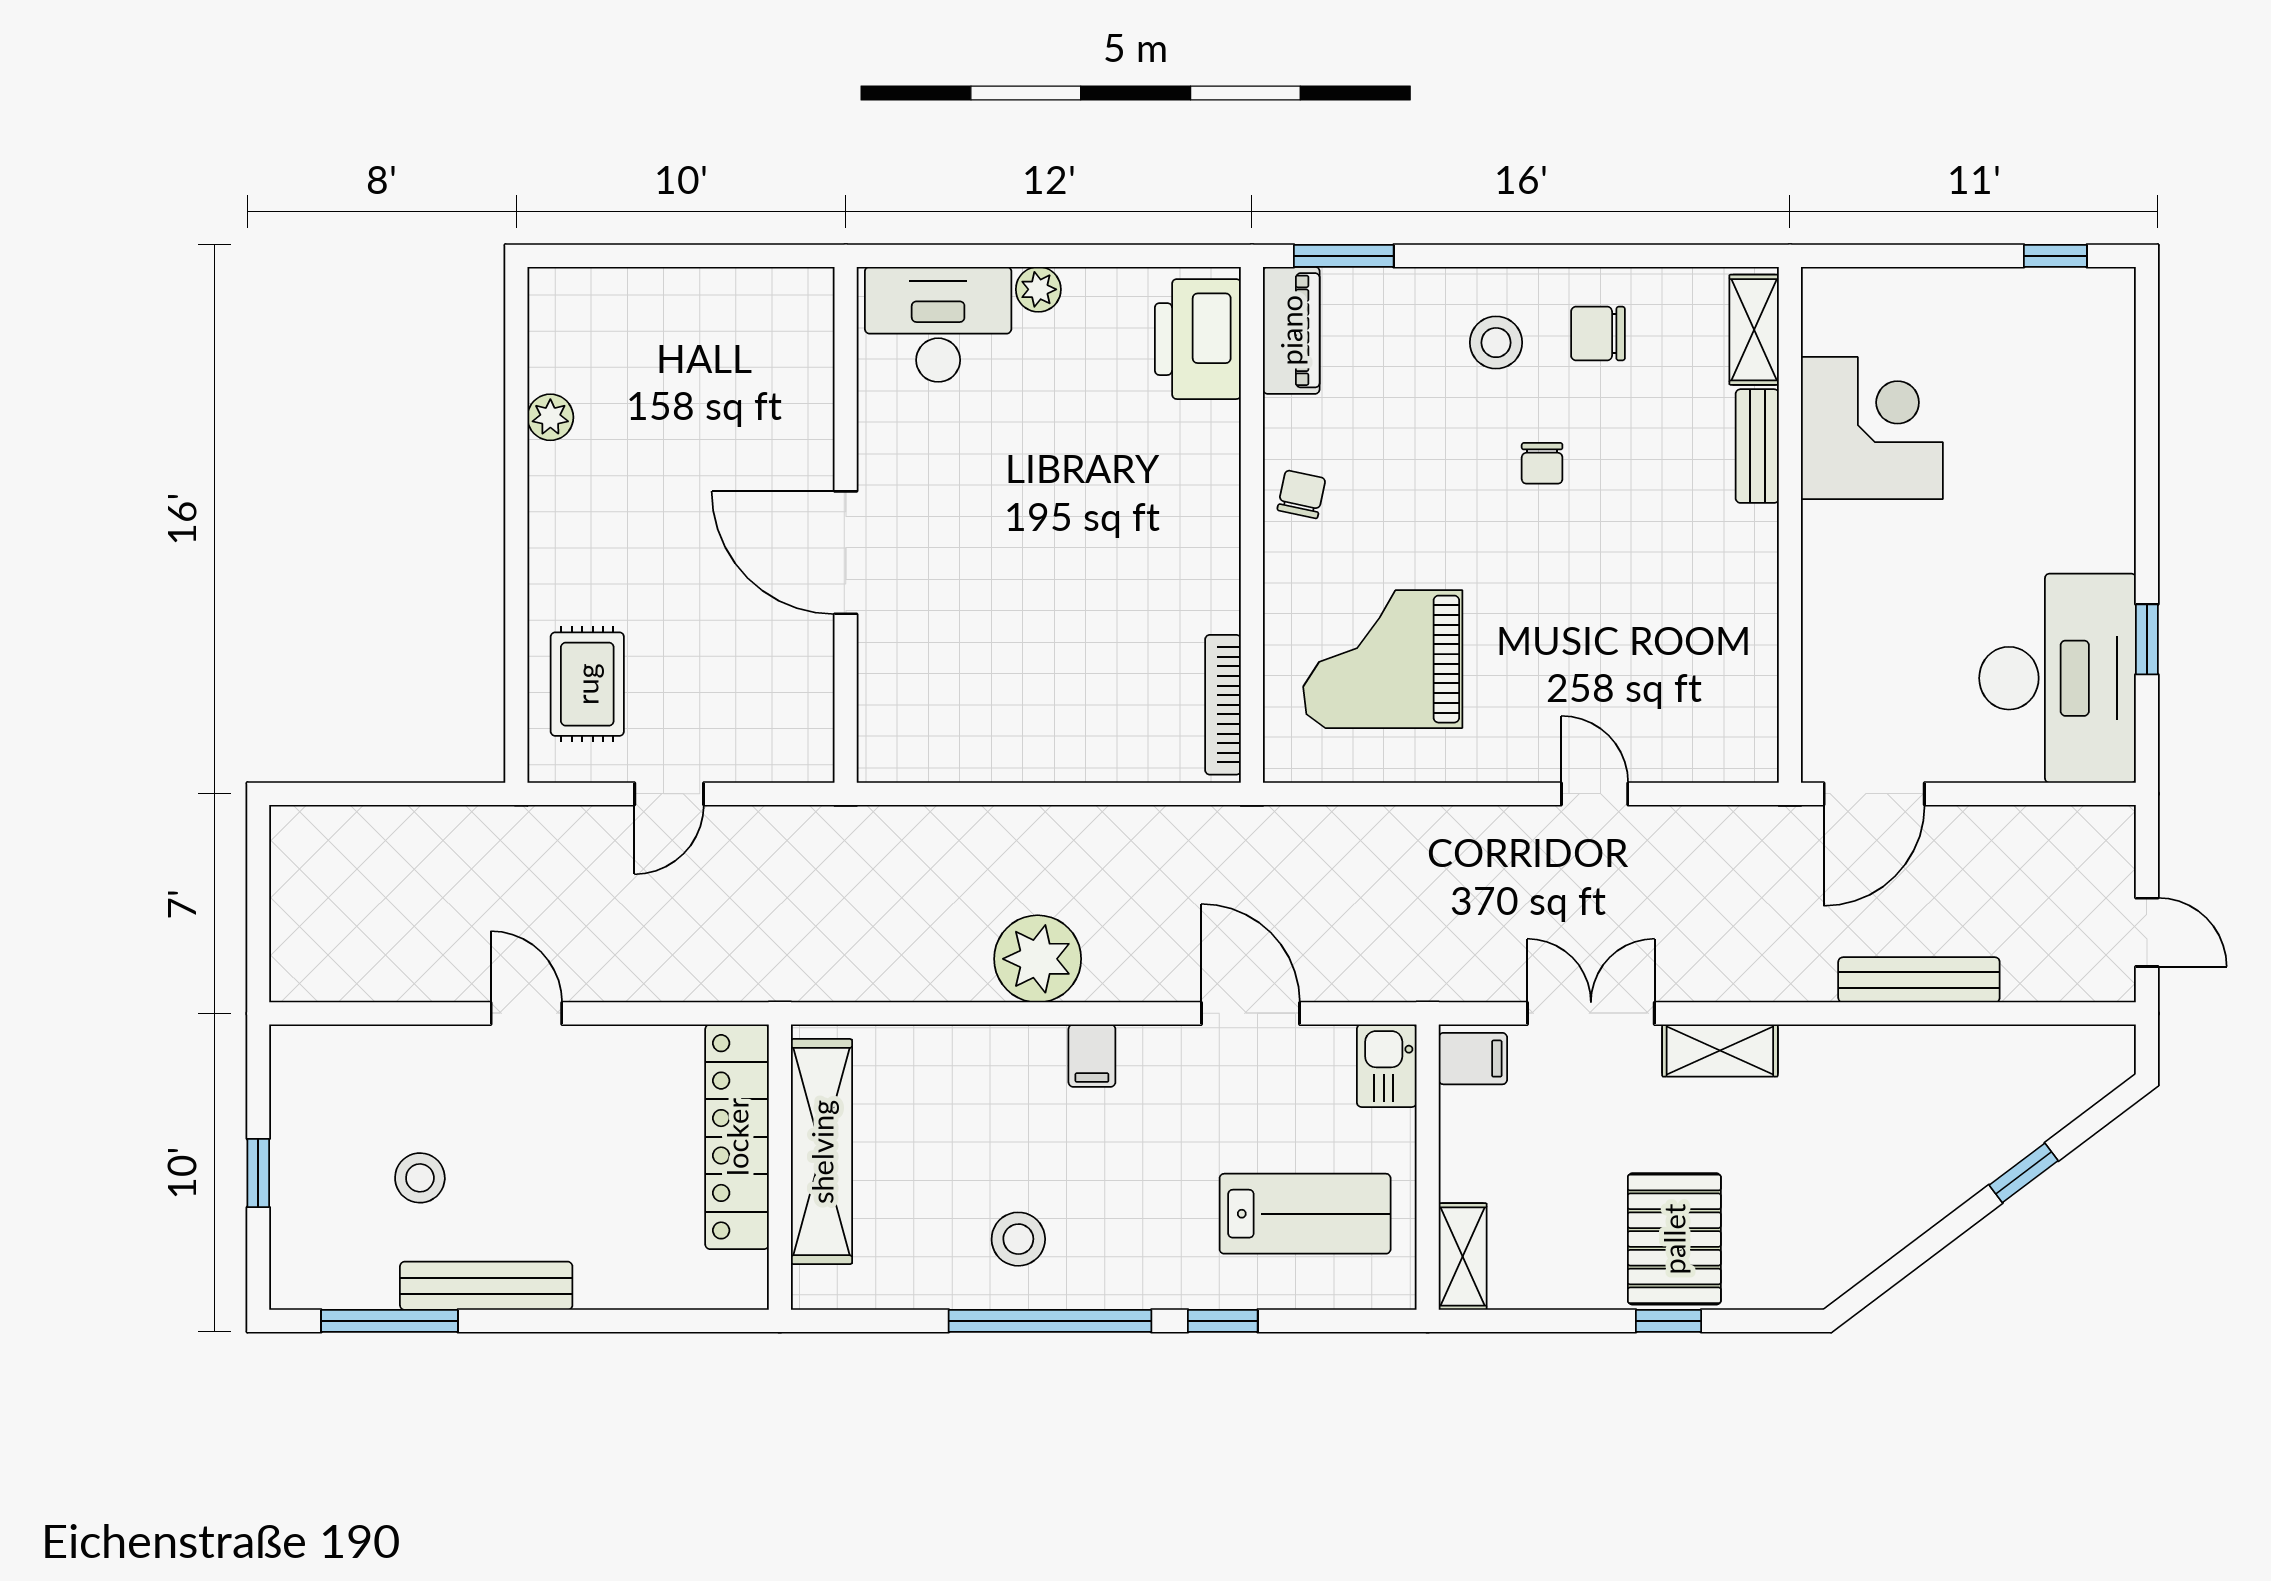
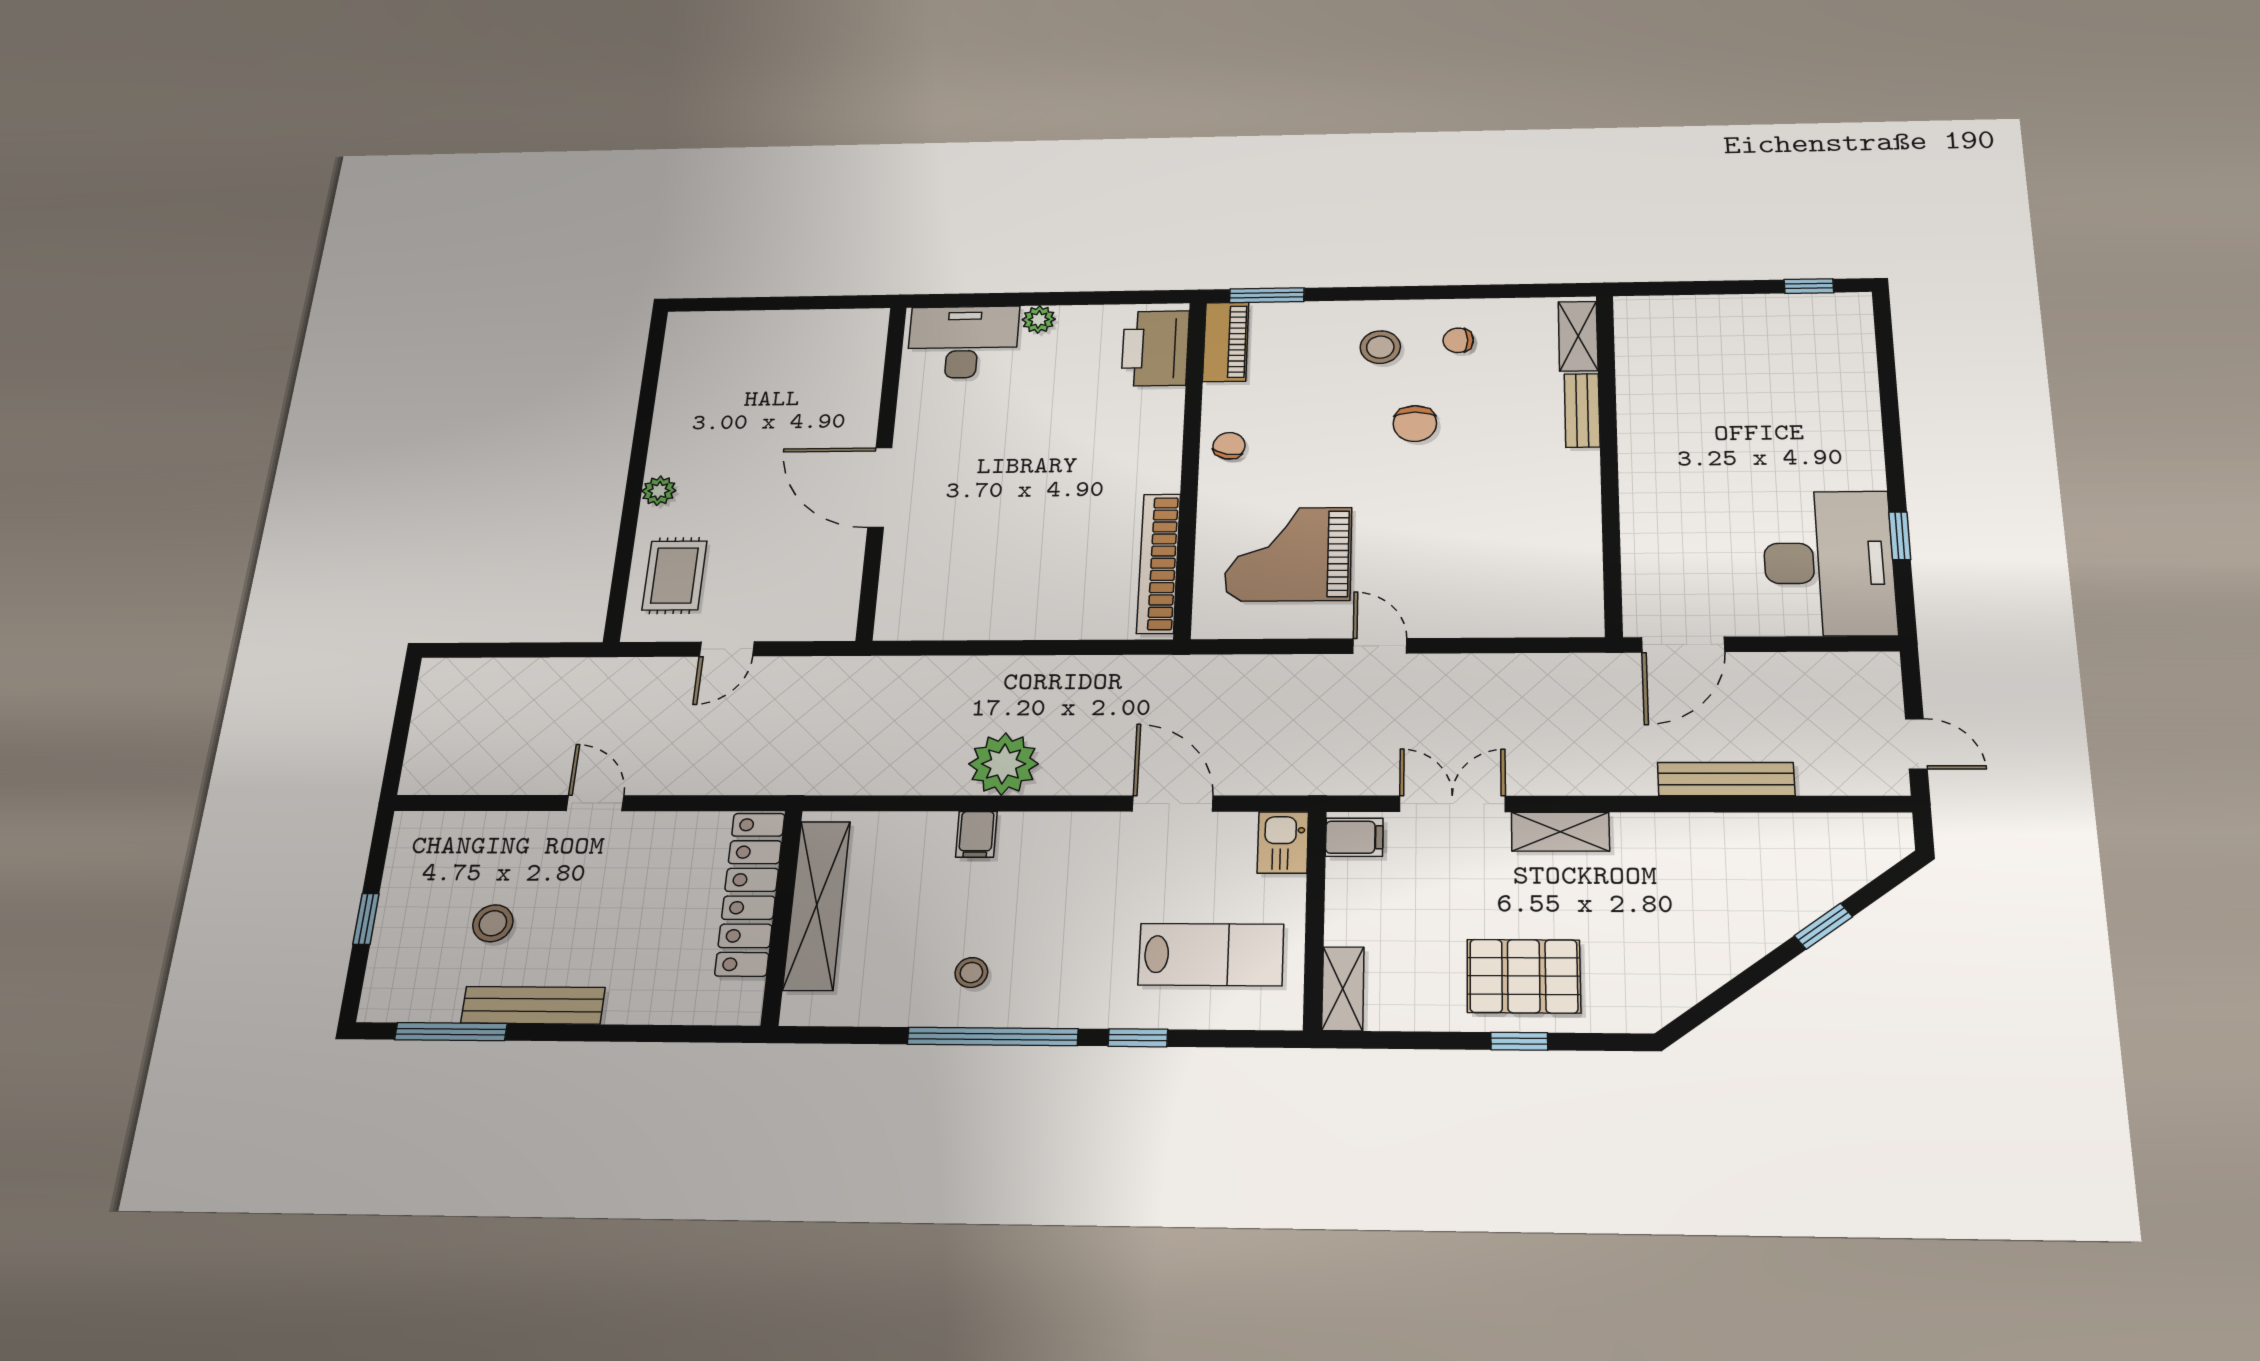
chair: (1598, 334) -> (1458, 340), width x0.73, depth x0.73
plant: (550, 417) -> (659, 491), moved
corner desk: (1872, 428) -> (1671, 398), removed
chair: (1542, 463) -> (1415, 424), width x1.37, depth x1.37
bookcase: (1223, 705) -> (1159, 563), width x1.48, depth x1.31
door: (1595, 794) -> (1380, 646), moved
filing cabinet: (1092, 1056) -> (976, 834), moved
stool: (1018, 1239) -> (971, 973), width x0.73, depth x0.73
pallet: (1674, 1239) -> (1524, 976), turned 90

